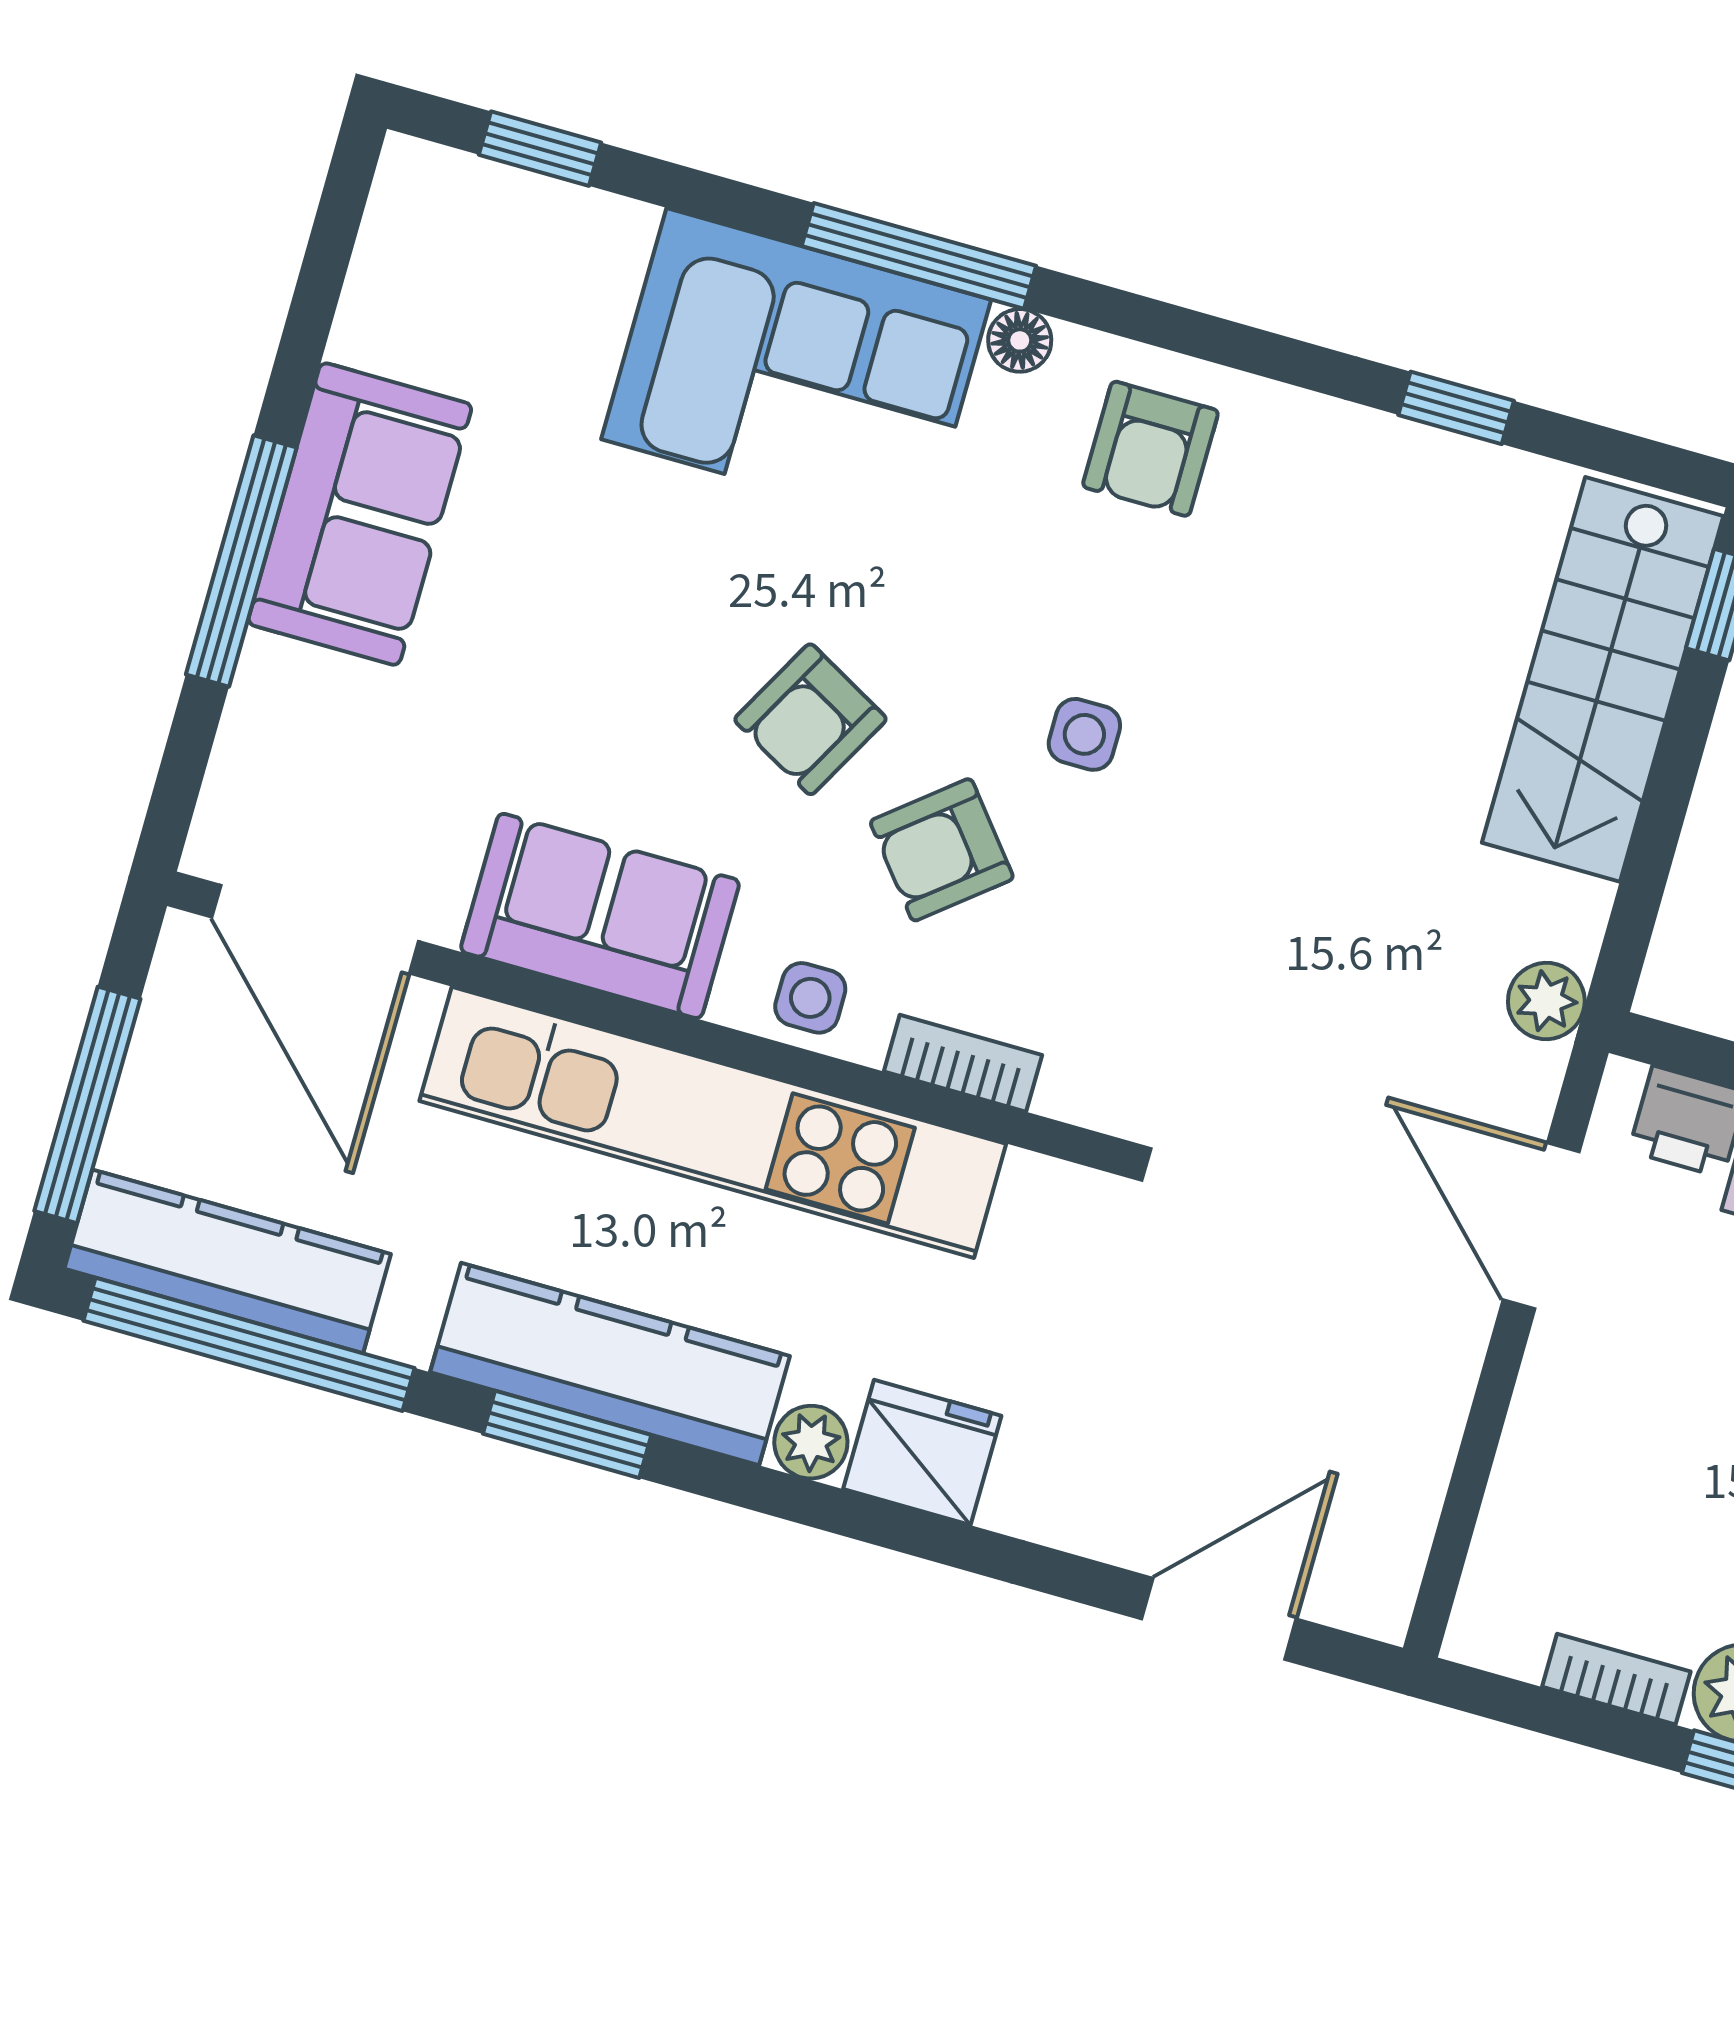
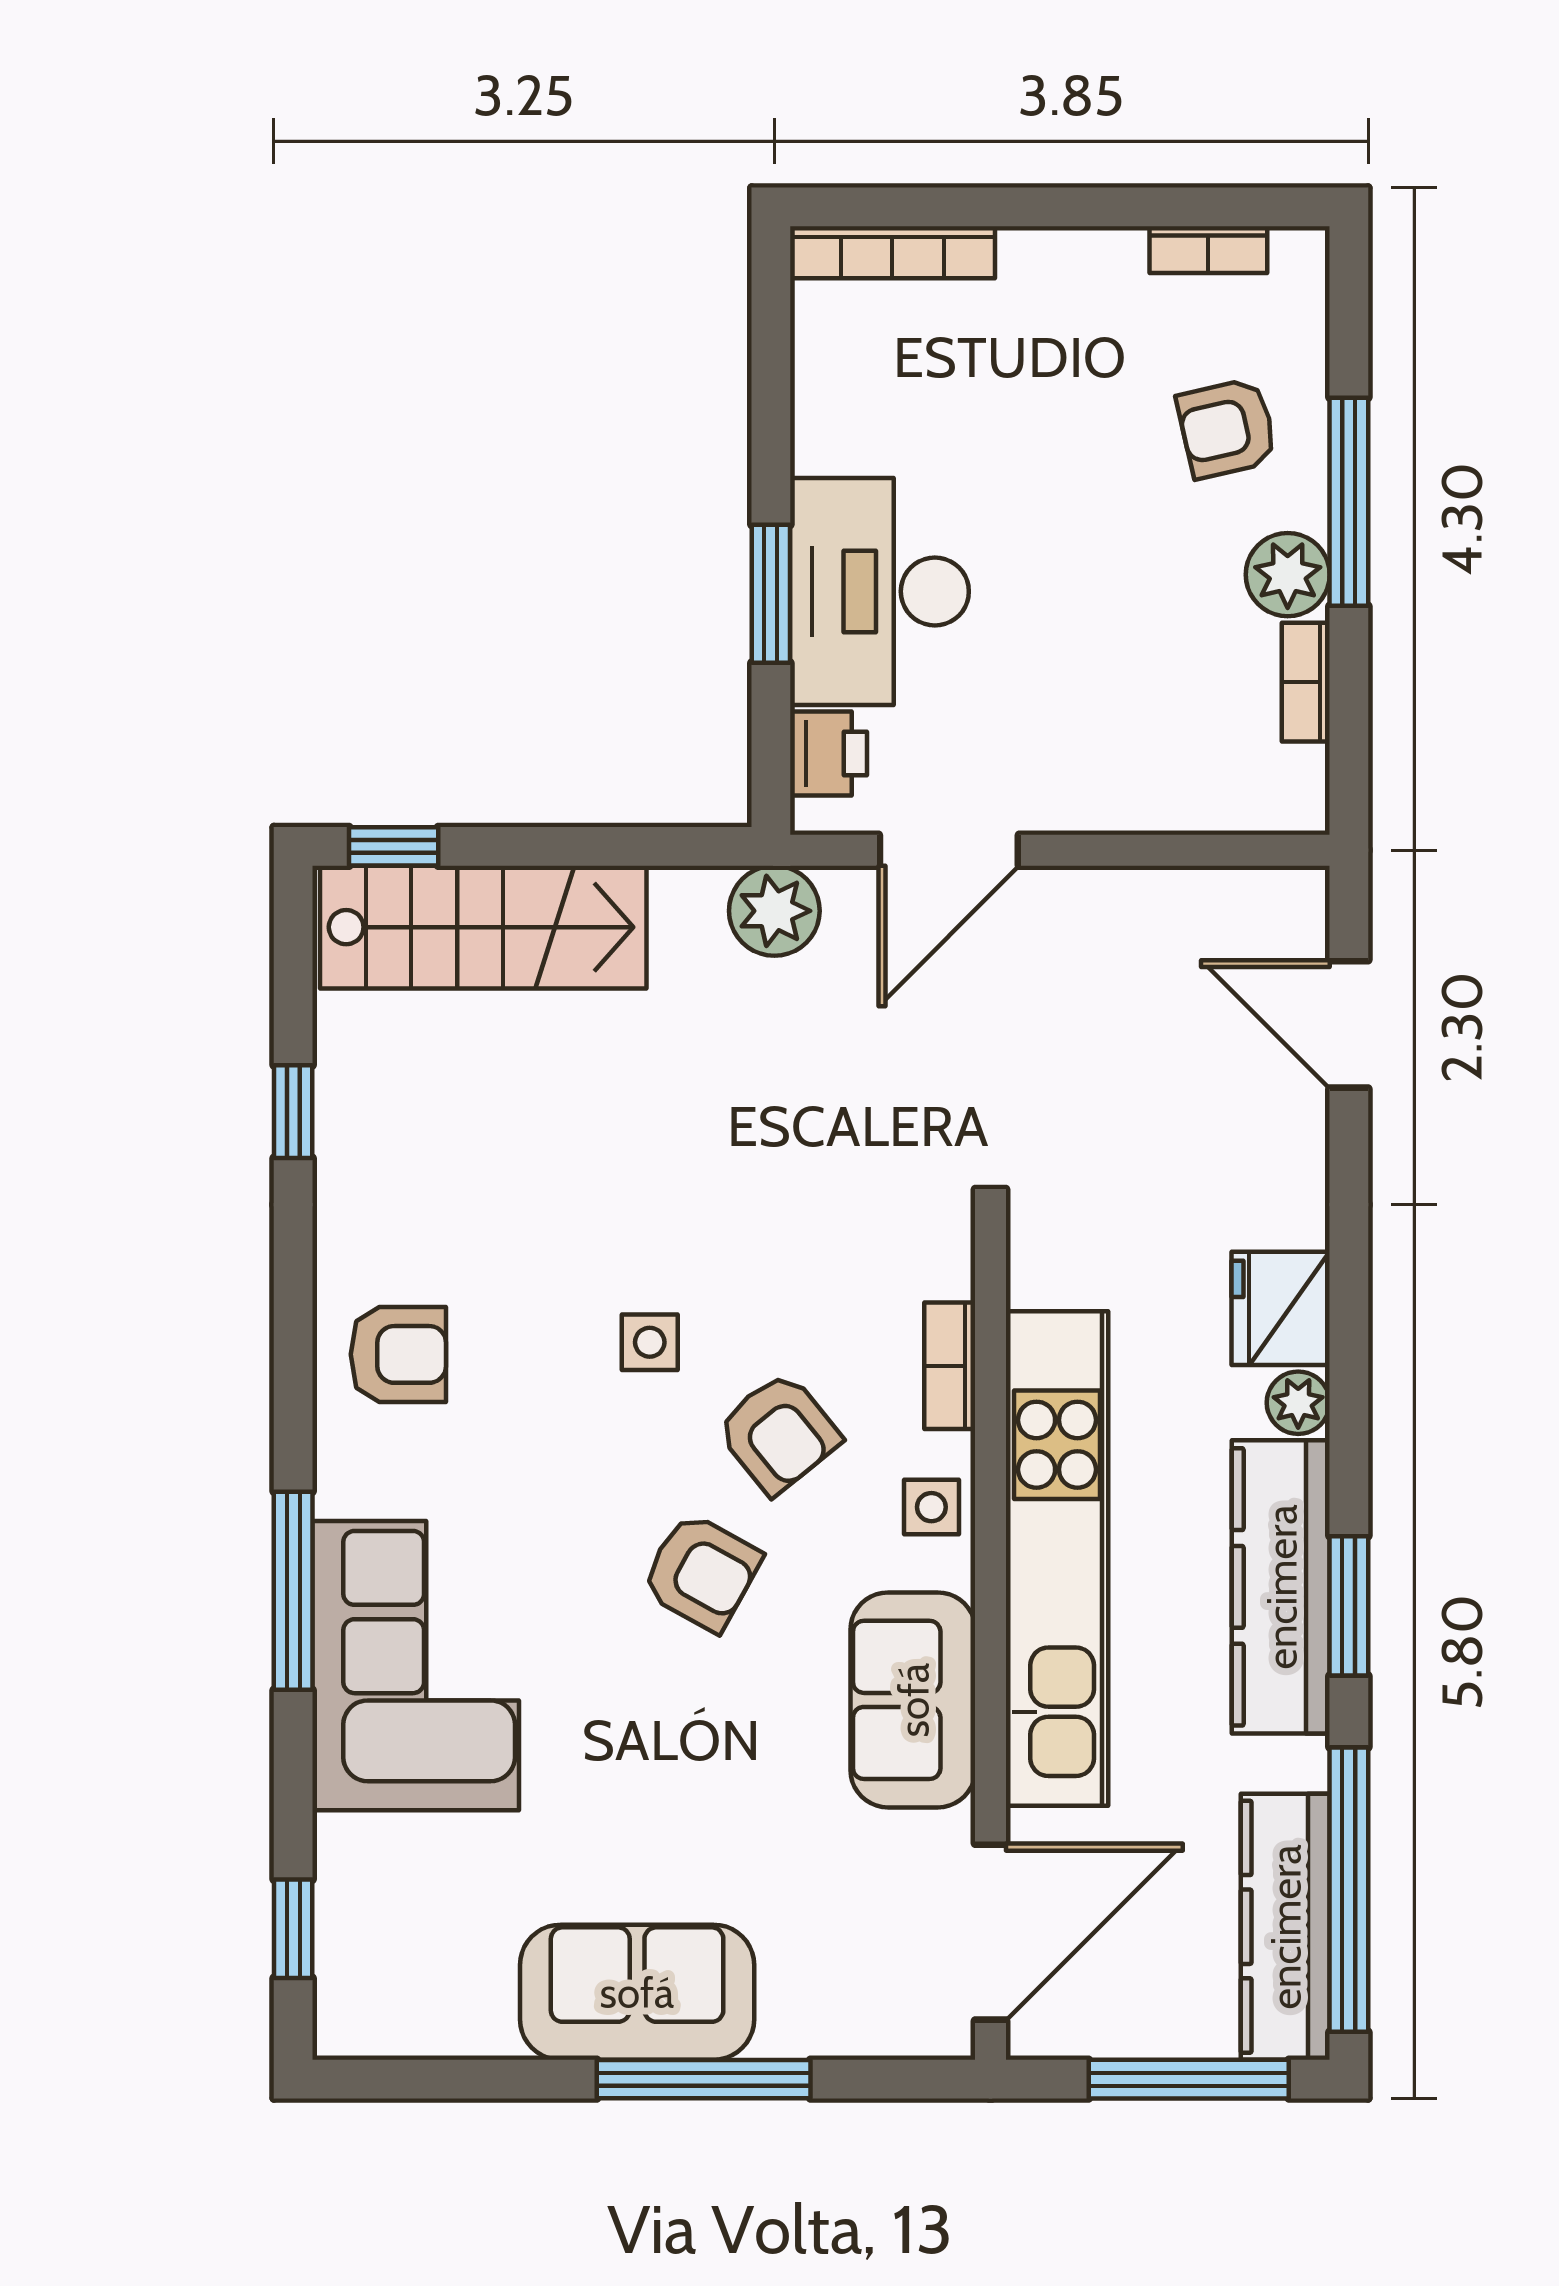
floor lamp: (1020, 340) -> (339, 1488), removed
plant: (1546, 1001) -> (774, 911), width x1.38, depth x1.38

